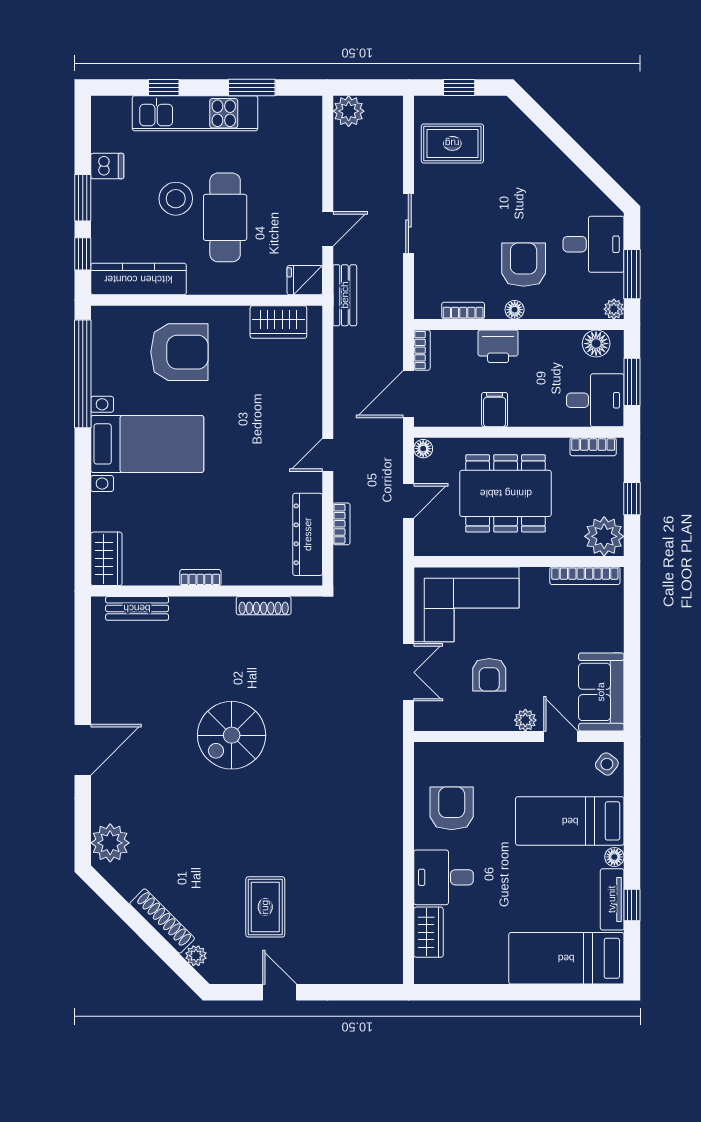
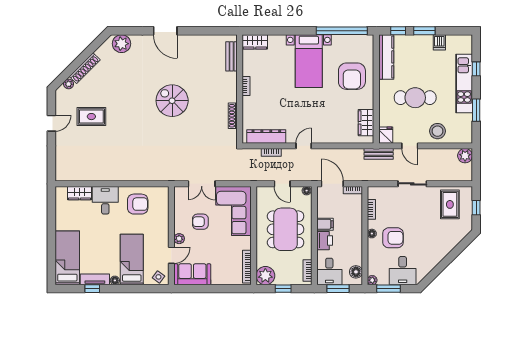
stool: (176, 199) -> (437, 131), moved
printer: (498, 346) -> (325, 241), moved, turned 180
door: (328, 455) -> (304, 146), hinge flipped

